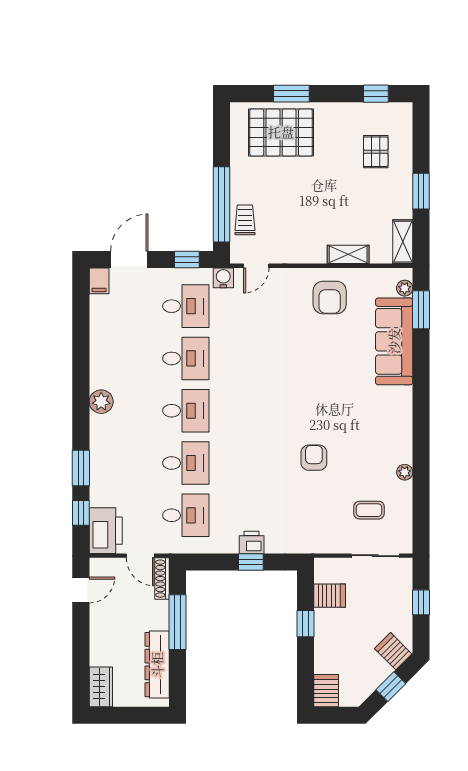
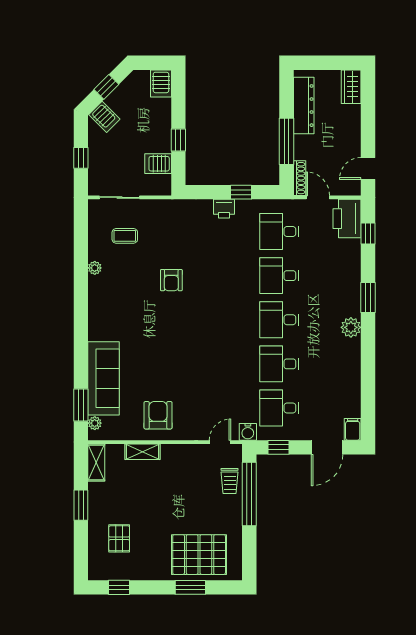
window: (81, 468) -> (368, 297), moved
window: (251, 562) -> (241, 192), moved

